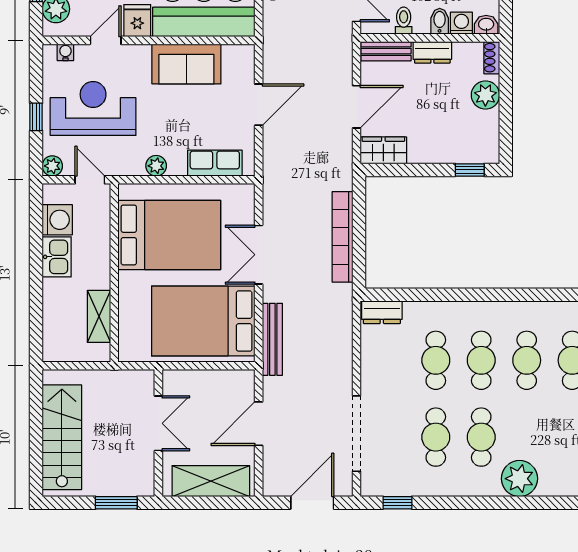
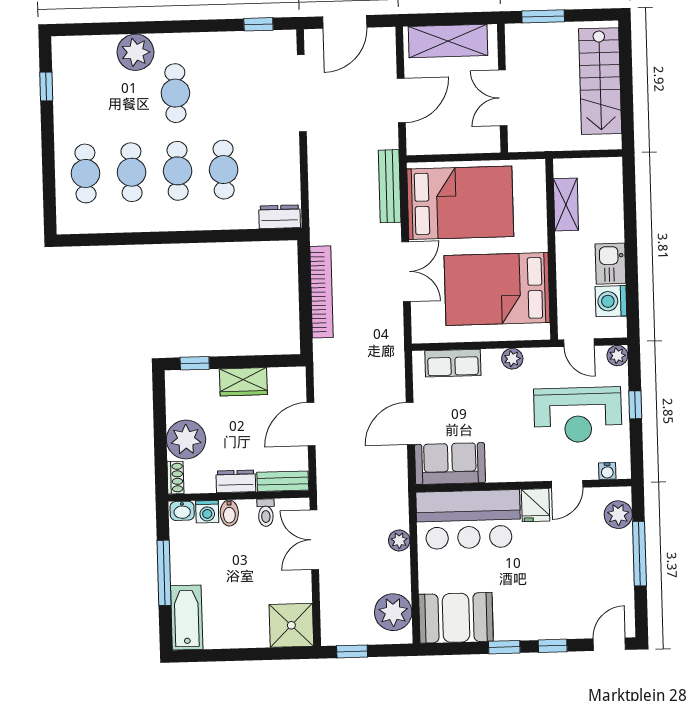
sofa: (186, 64) -> (450, 464), moved
plant: (485, 95) -> (186, 439), width x1.36, depth x1.36
wardrobe: (383, 150) -> (243, 382), moved
cafe table: (436, 437) -> (221, 92), removed

